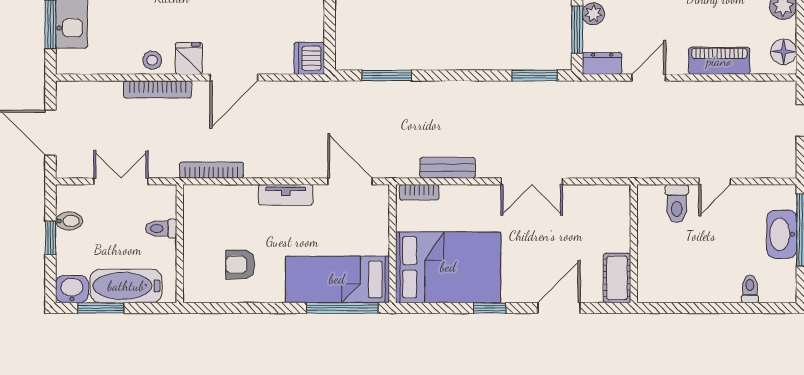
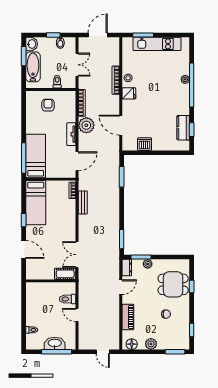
dishwasher: (309, 58) -> (145, 144), moved
door: (234, 78) -> (121, 125), moved
door: (649, 78) -> (121, 287), hinge flipped
plant: (264, 159) -> (86, 125), added
double door: (532, 181) -> (77, 255), moved
armchair: (240, 265) -> (48, 105), moved
bed: (448, 267) -> (36, 203), width x0.67
cot: (617, 278) -> (65, 274), moved

